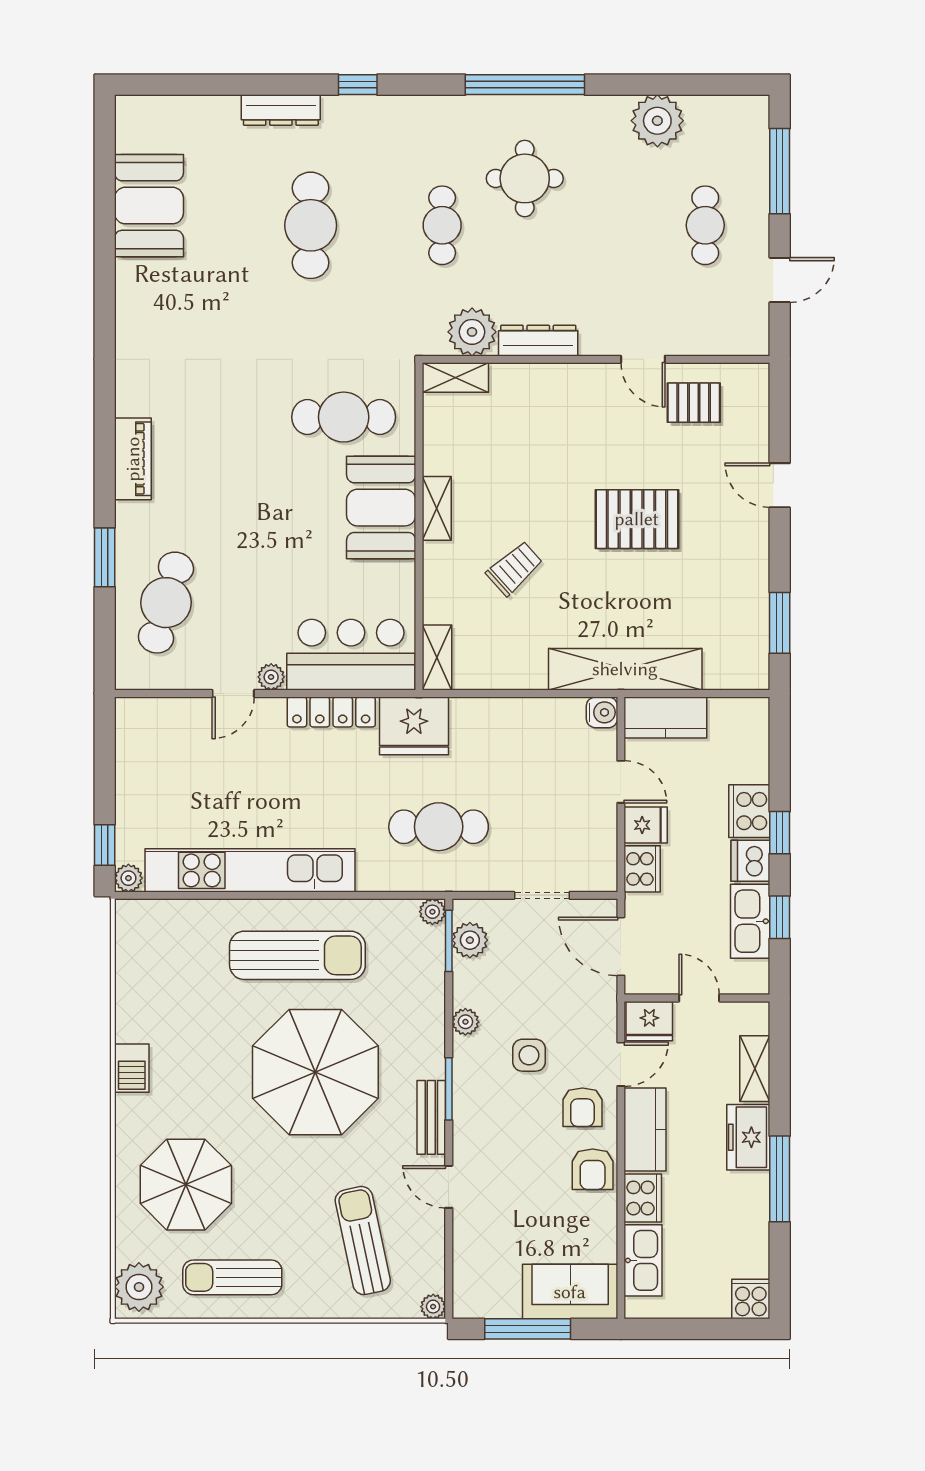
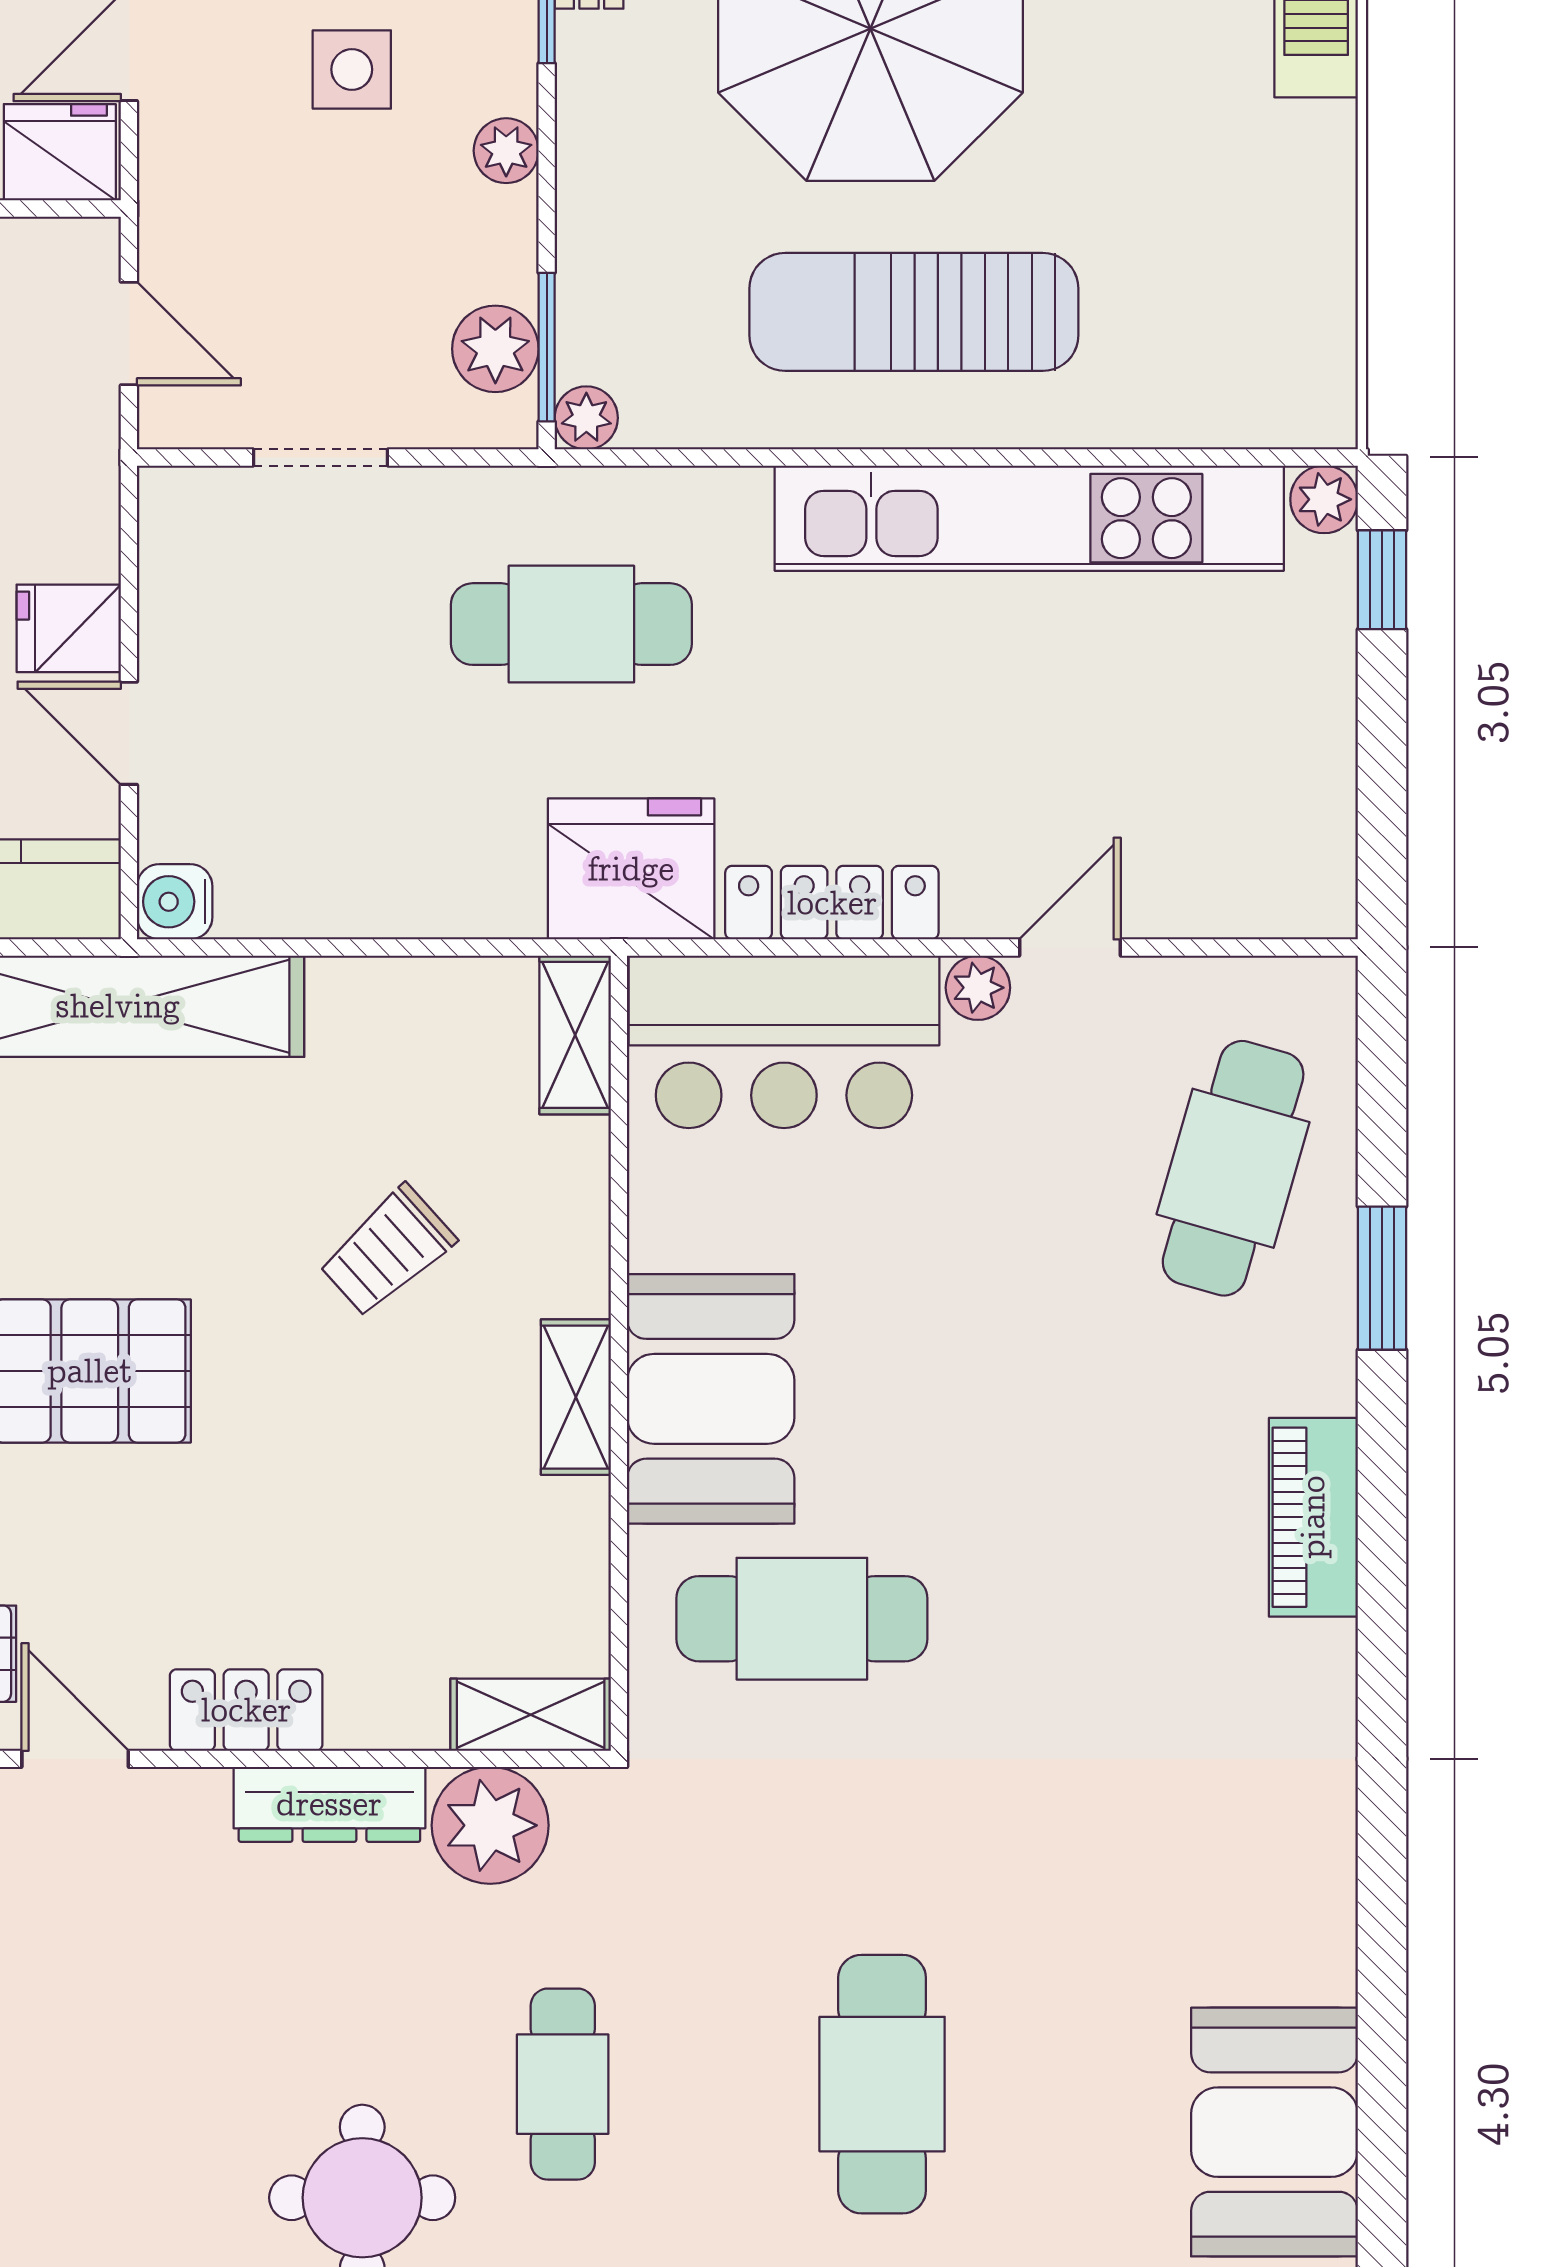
locker: (573, 379) -> (246, 1710), added
cooker: (642, 869) -> (77, 522), removed
door: (621, 946) -> (129, 334), width x0.73

